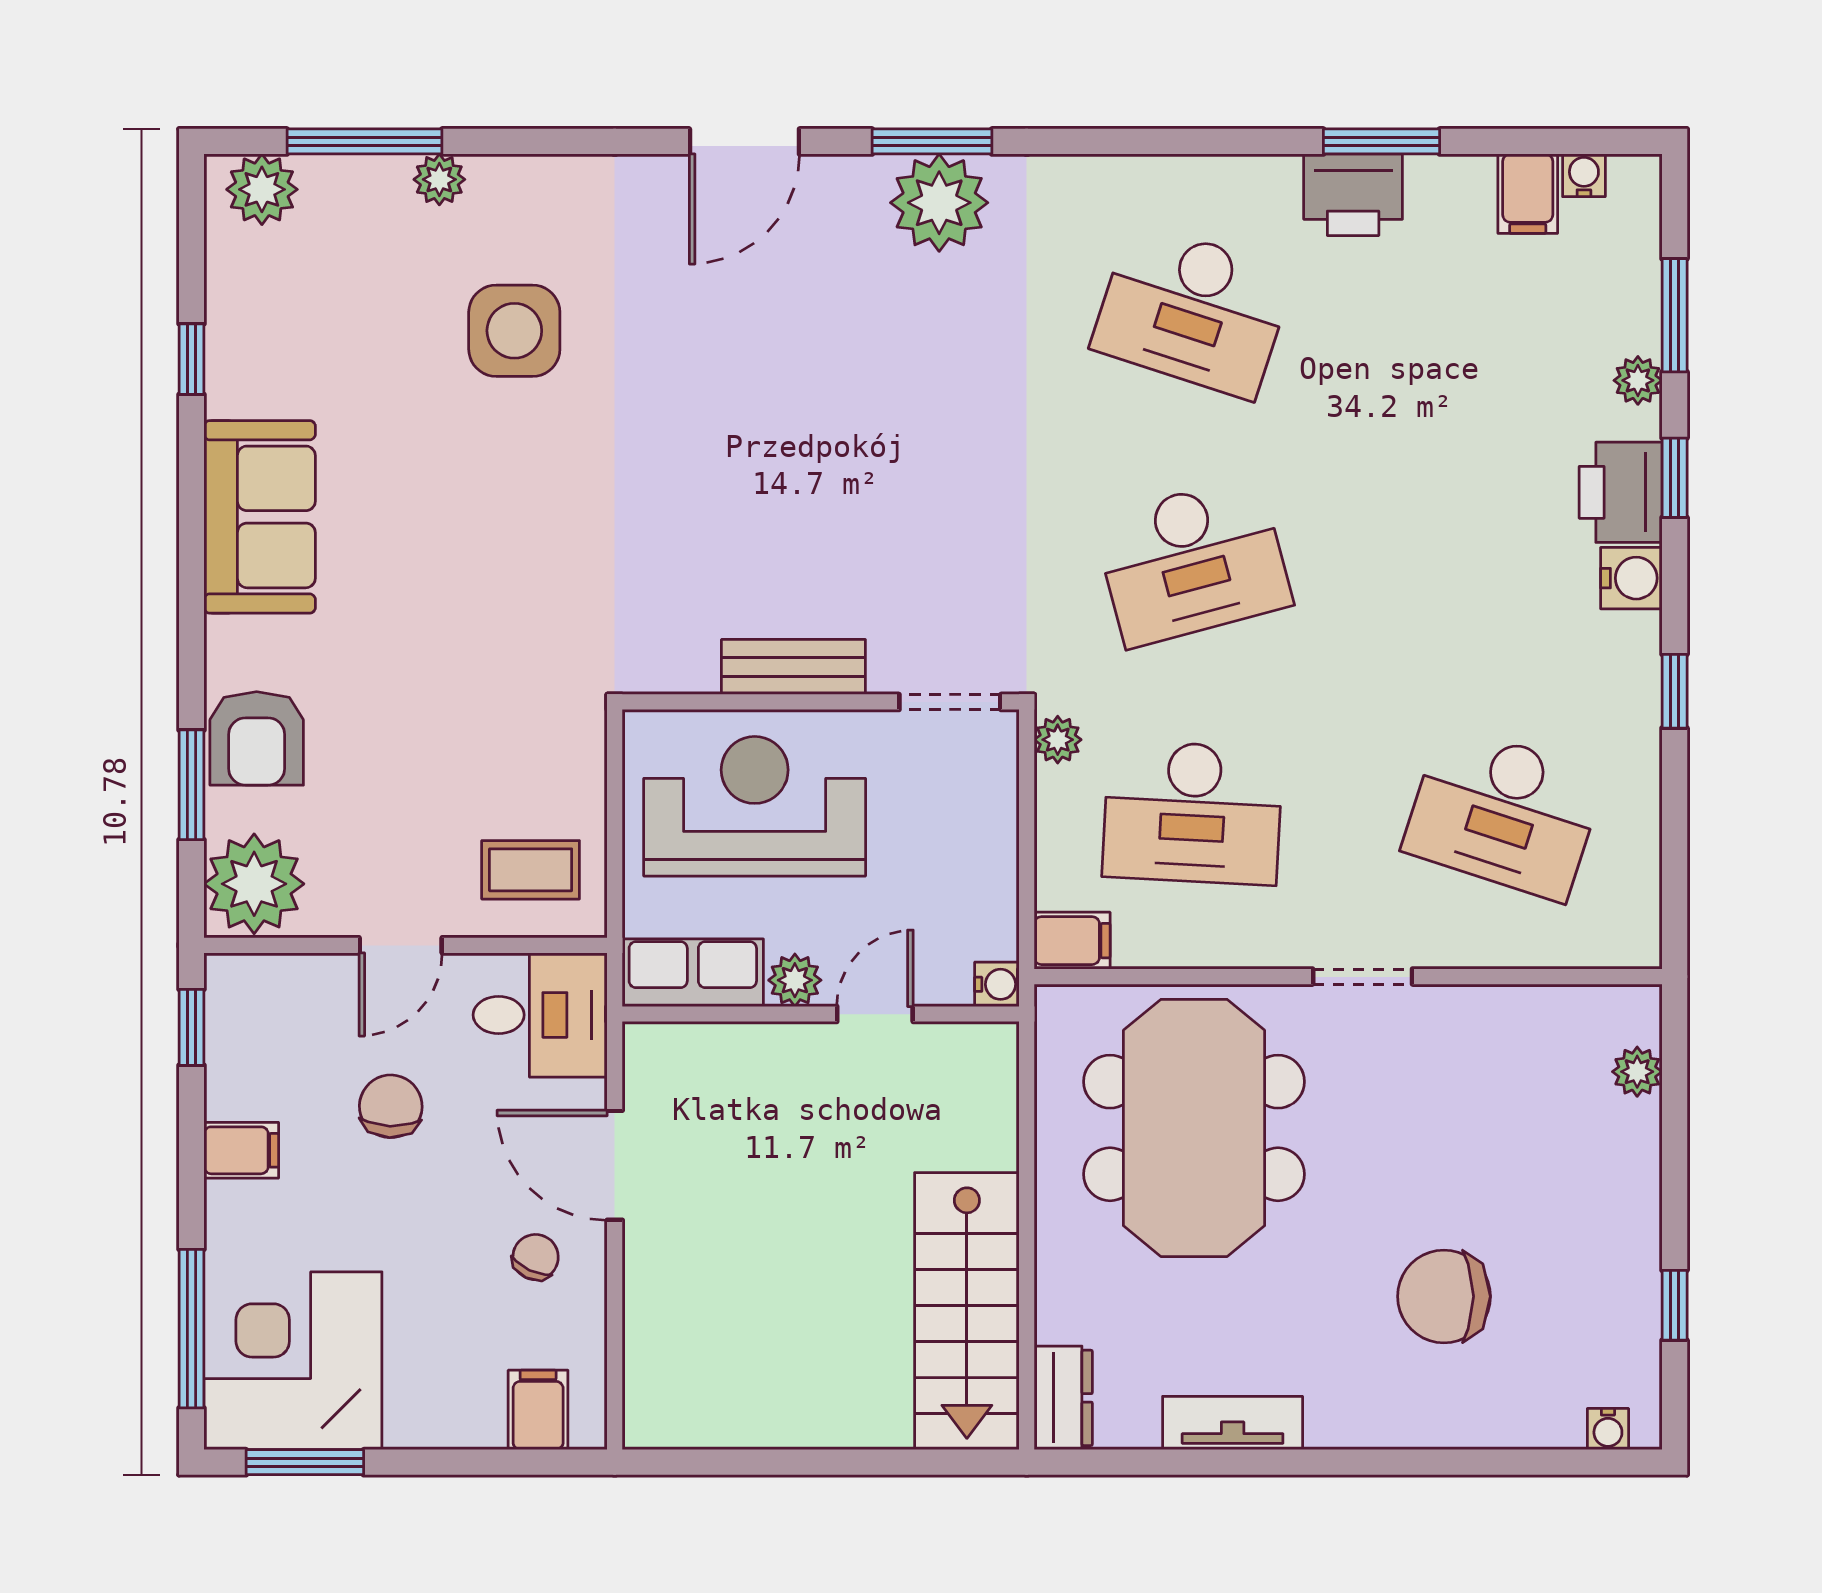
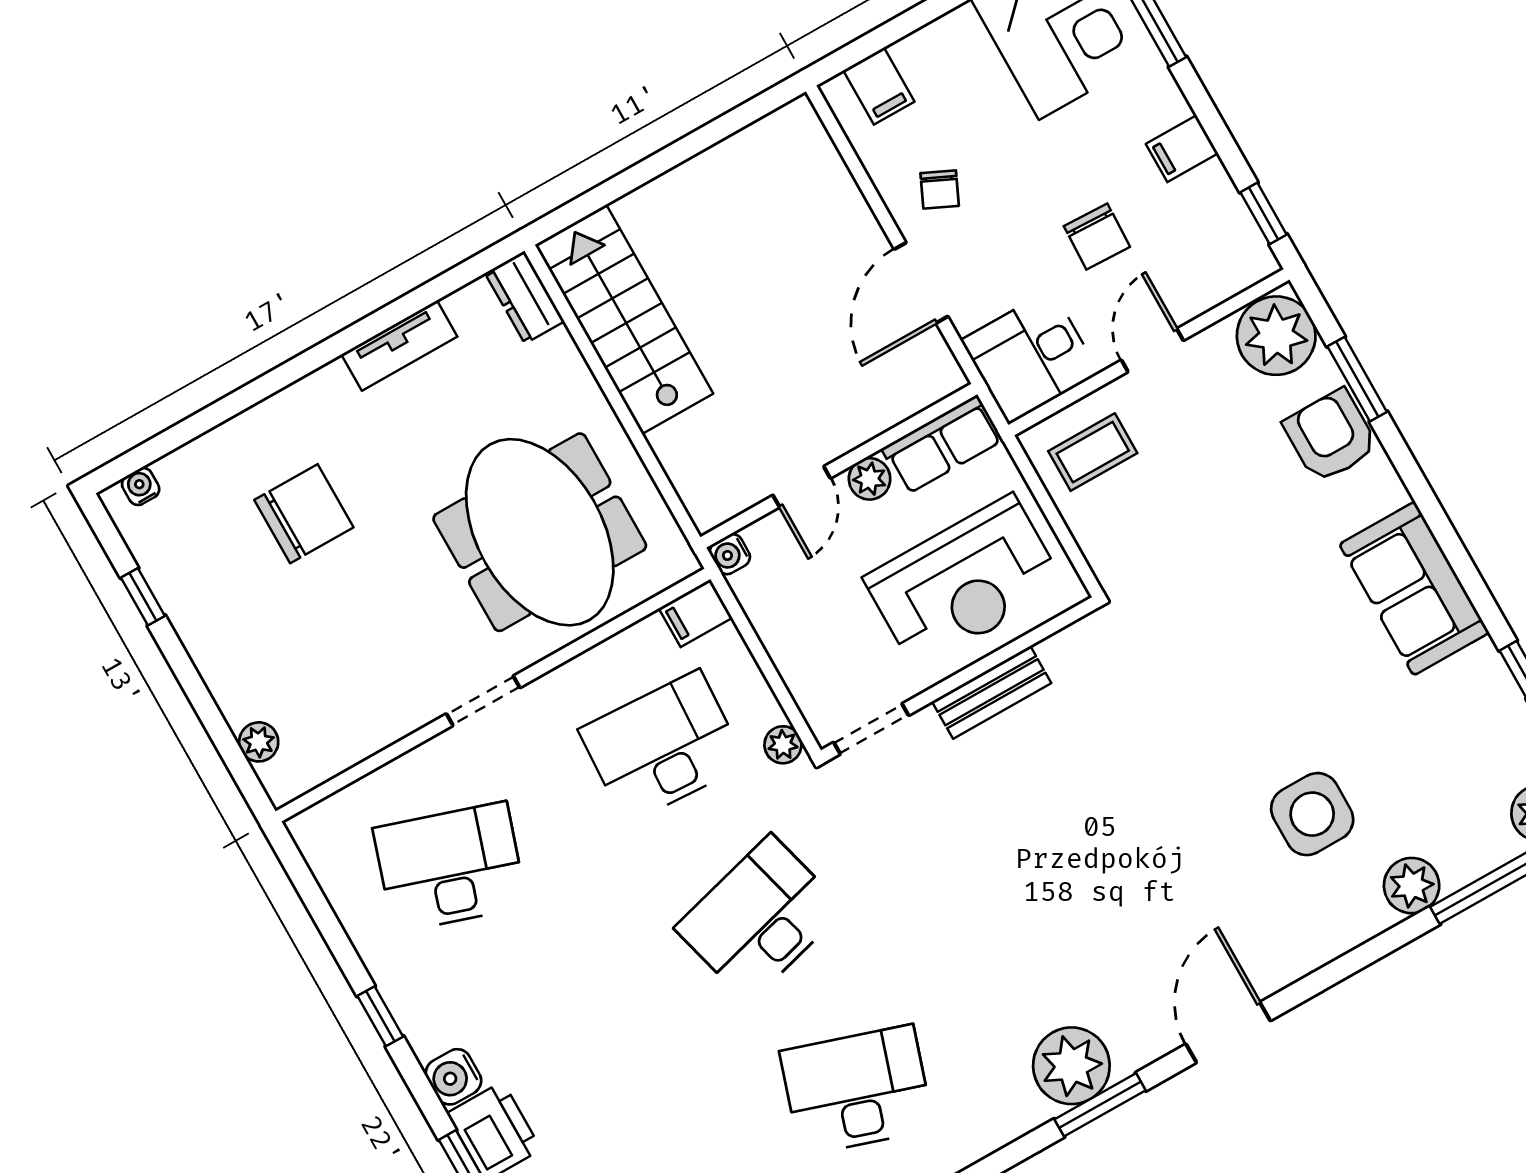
plant: (439, 179) -> (1412, 886), width x1.38, depth x1.38
door: (615, 1165) -> (921, 283), swing flipped

